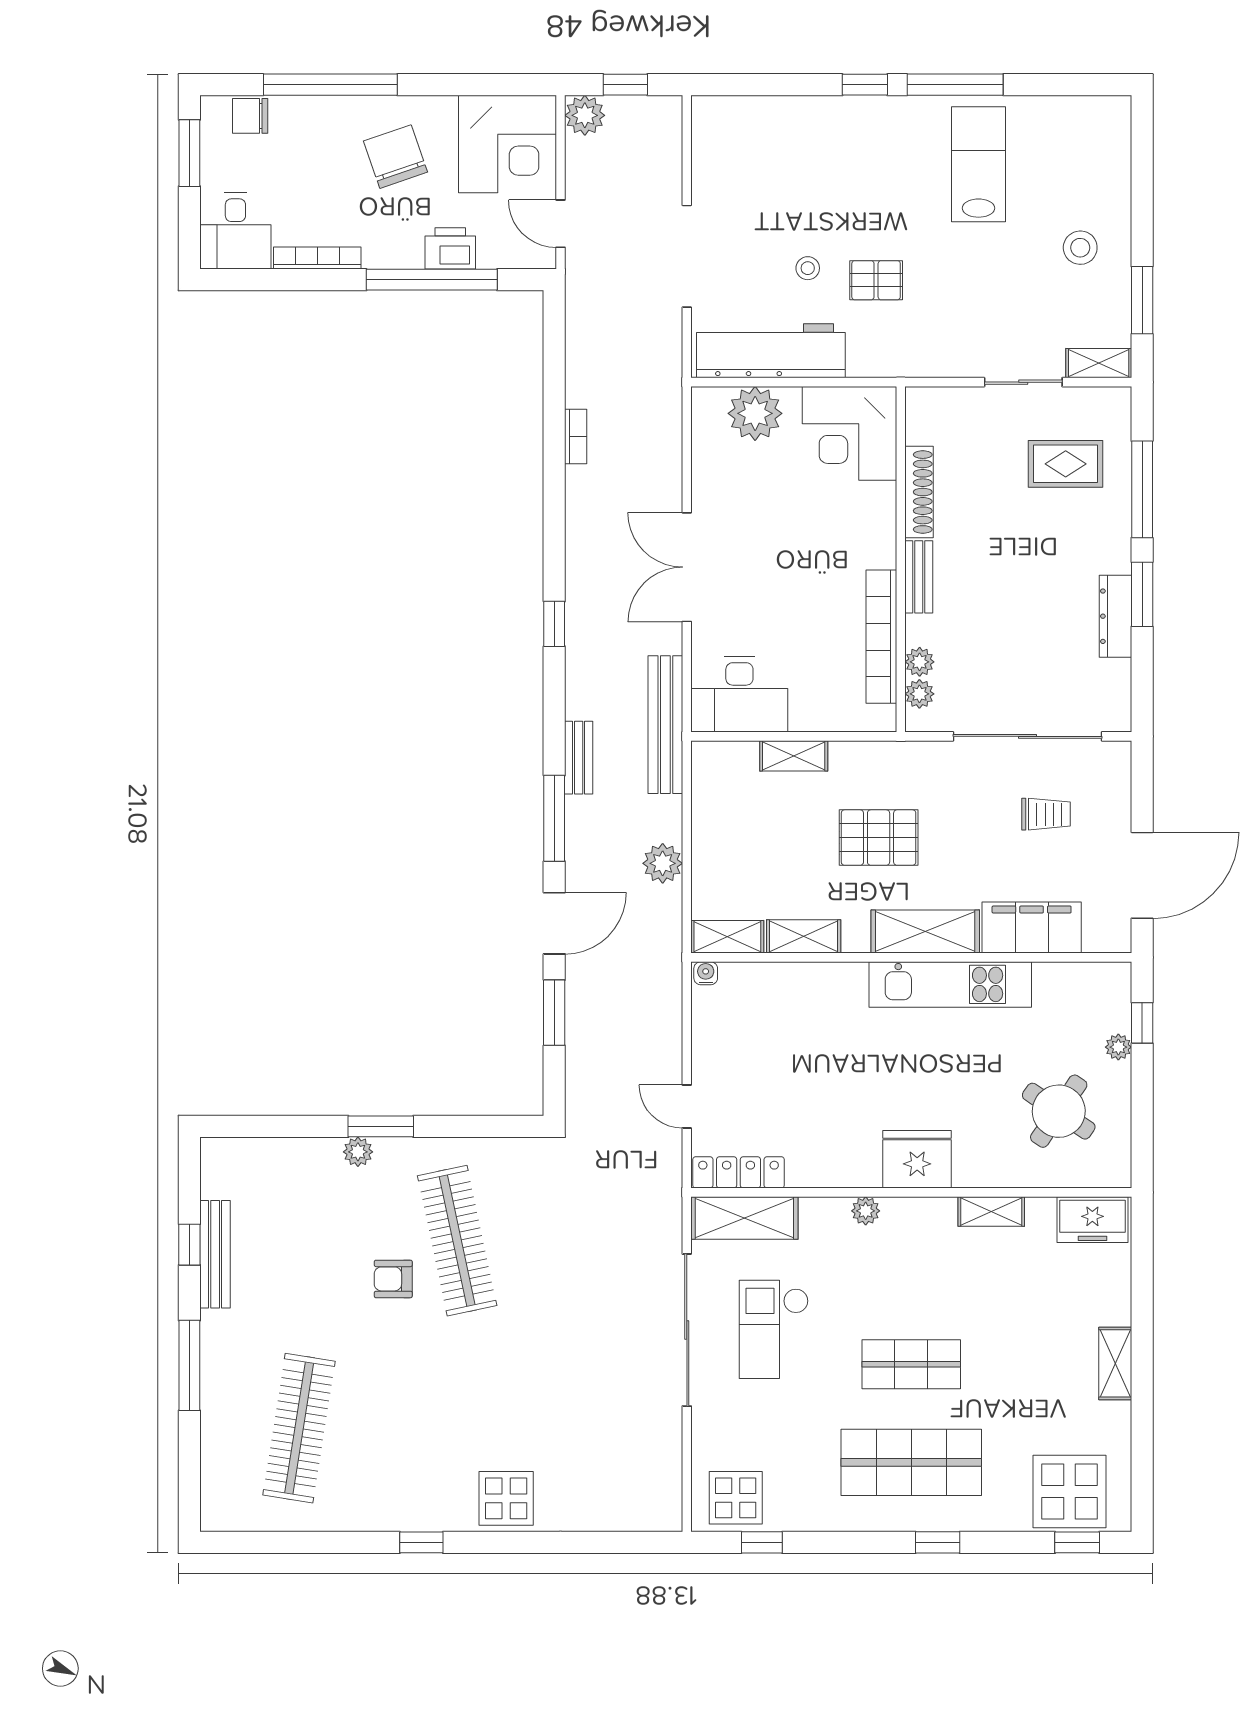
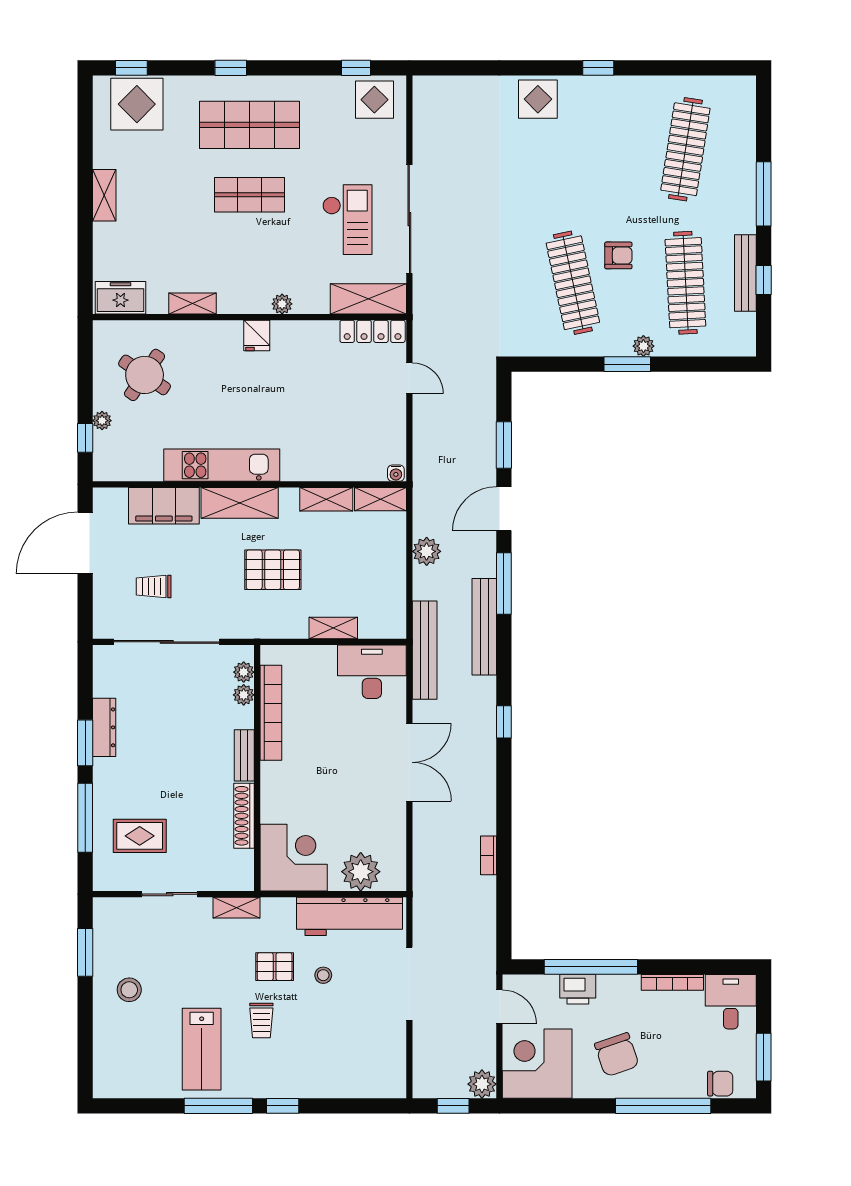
trolley: (895, 204) -> (261, 1021), added
shelving: (1099, 363) -> (237, 908), moved
bench: (579, 758) -> (484, 627), width x1.86, depth x1.21
fridge: (917, 1159) -> (257, 335), width x0.53, depth x0.75
clothes rail: (299, 1241) -> (685, 283), added

